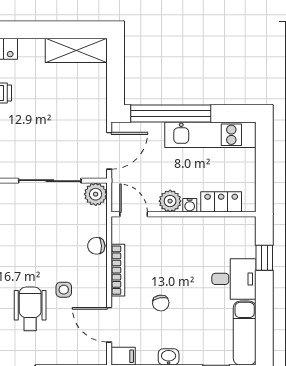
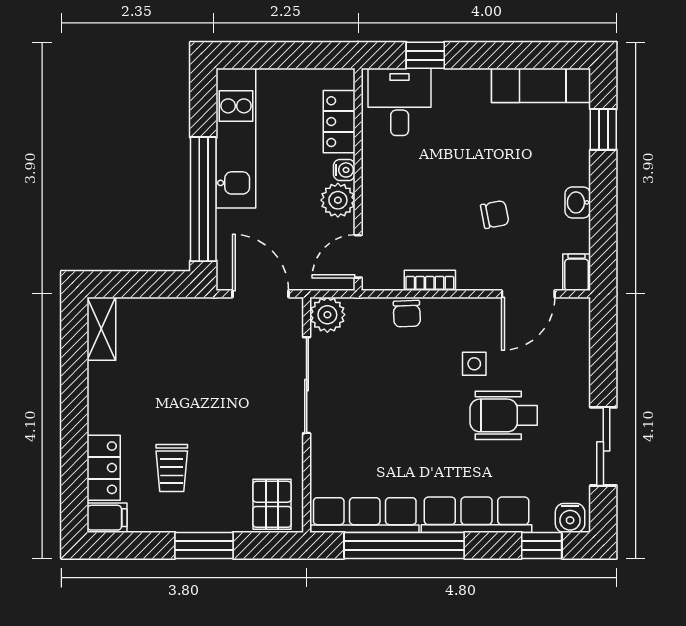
shelving: (76, 50) -> (101, 329), width x0.67, depth x0.75
bookcase: (118, 270) -> (430, 280), width x0.64
desk: (234, 279) -> (400, 102), moved

